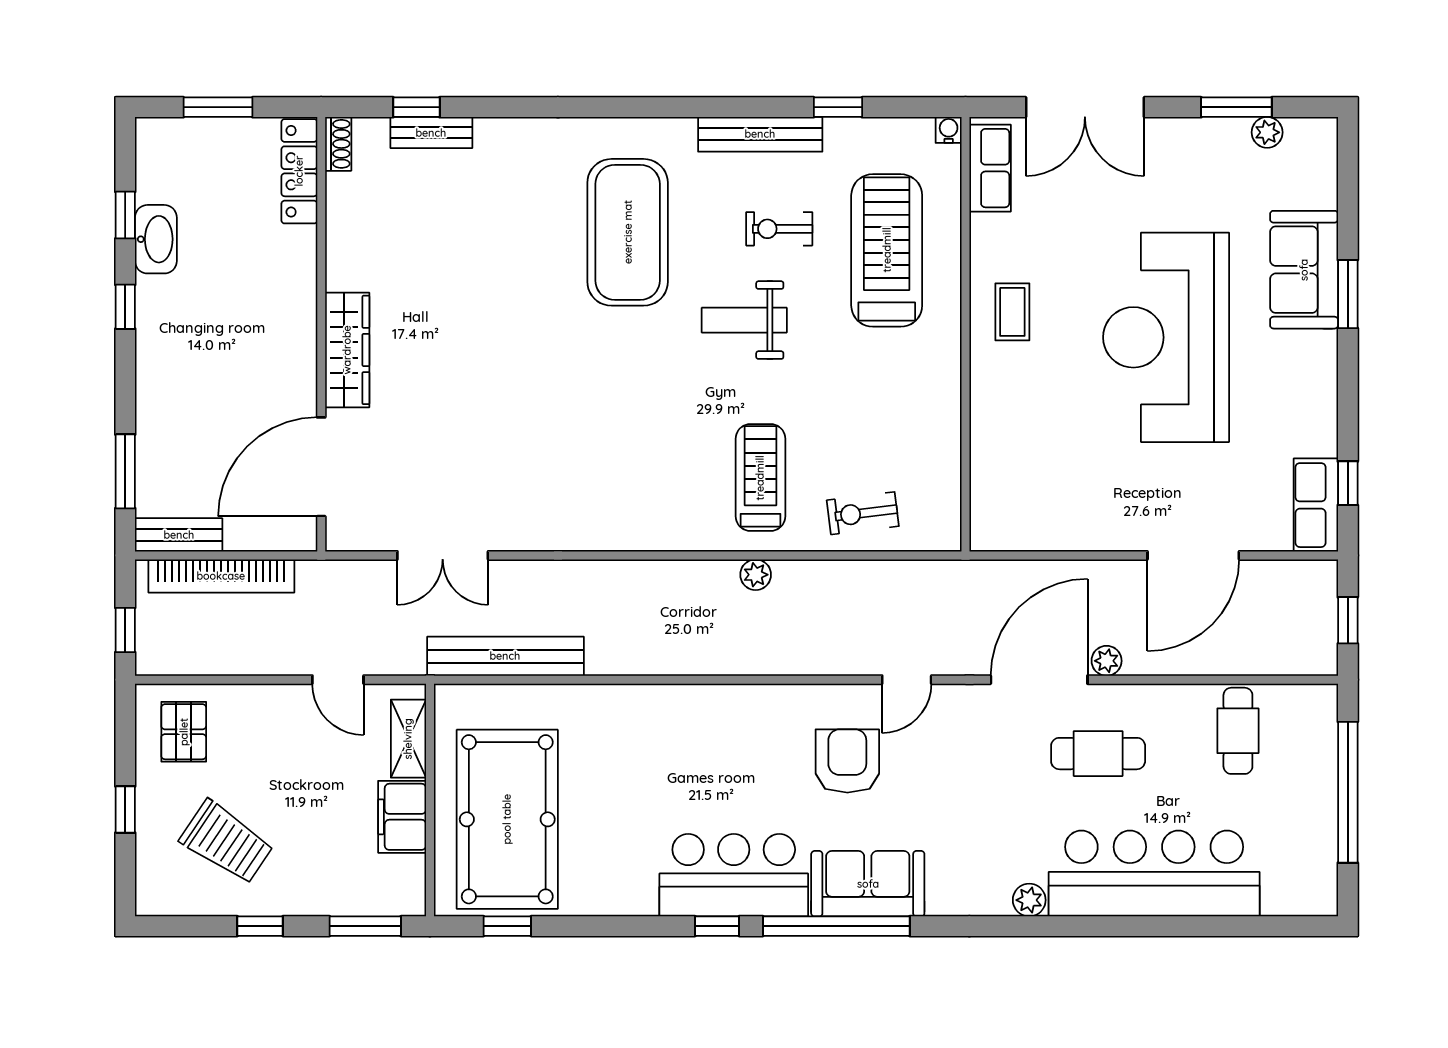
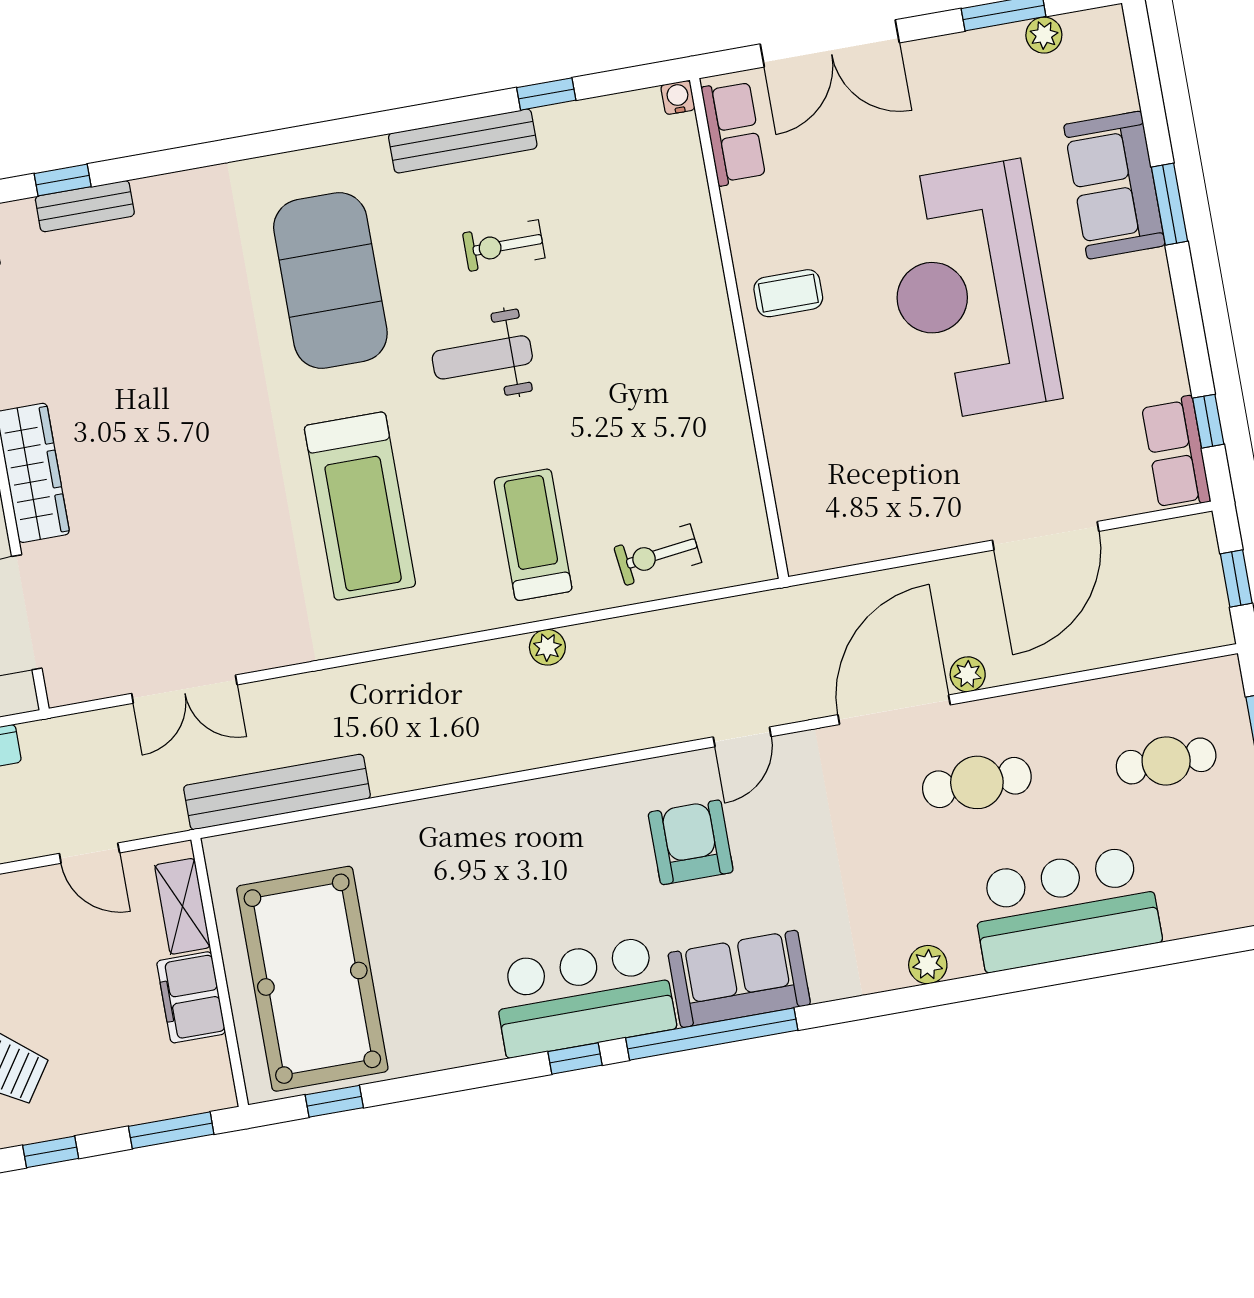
treadmill: (887, 250) -> (360, 506), moved, turned 180
coffee table: (1012, 312) -> (788, 293), turned 90
cafe table: (1238, 731) -> (1166, 761), moved, turned 90
bar counter: (1154, 873) -> (1066, 909), width x0.73

